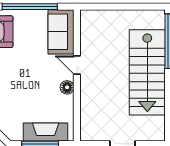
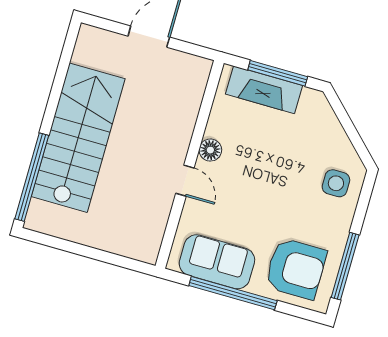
sofa: (61, 32) -> (217, 262), moved, turned -90

